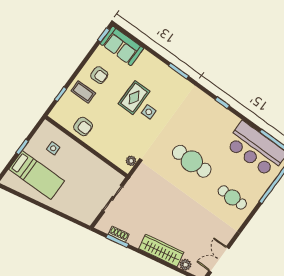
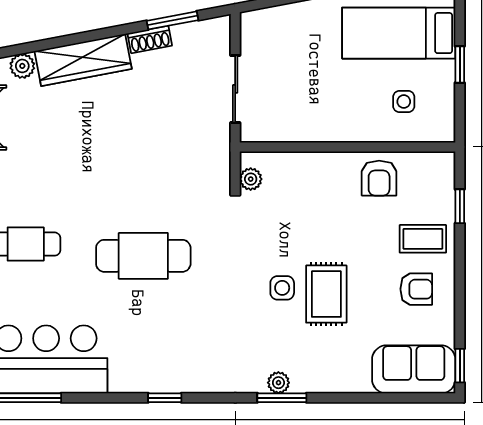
armchair: (99, 75) -> (416, 289), turned 180
plant: (176, 78) -> (278, 383), added
armchair: (83, 126) -> (379, 178), turned -90
shoe rack: (119, 234) -> (150, 39), moved

